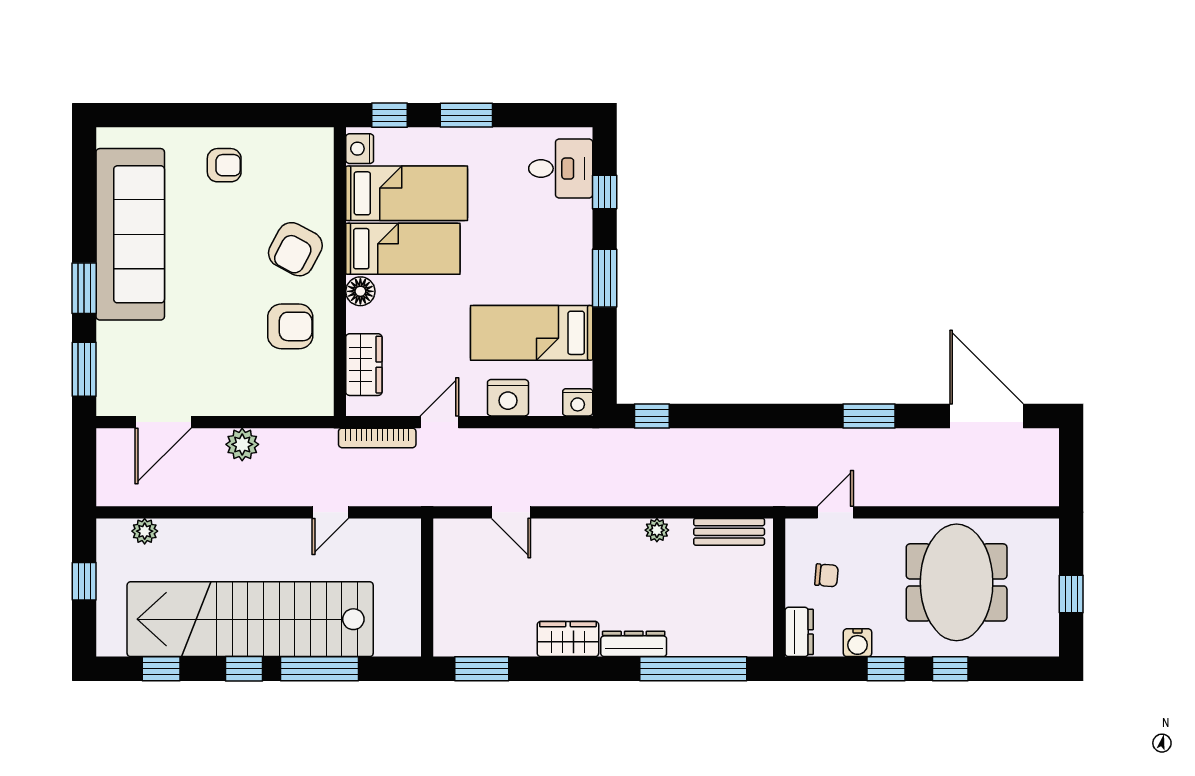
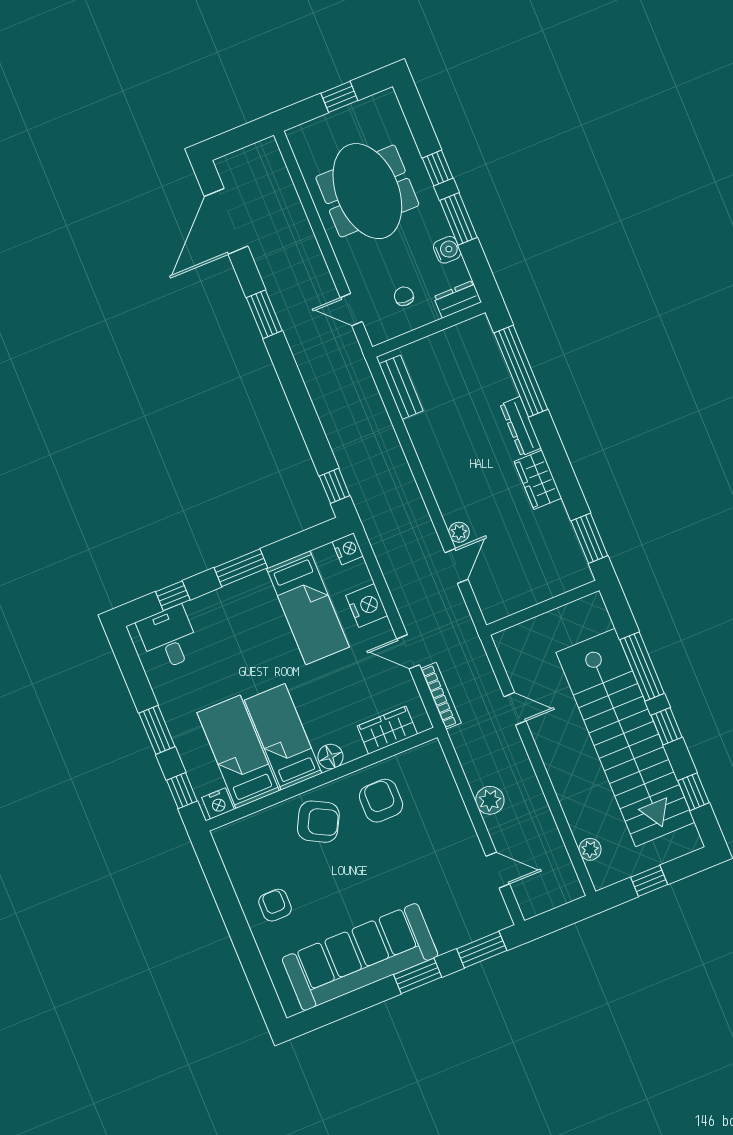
door: (163, 422) -> (498, 870), width x0.73
plant: (657, 530) -> (459, 532), moved
meeting table: (957, 582) -> (367, 191), turned 90
window: (886, 669) -> (458, 219), width x1.50

